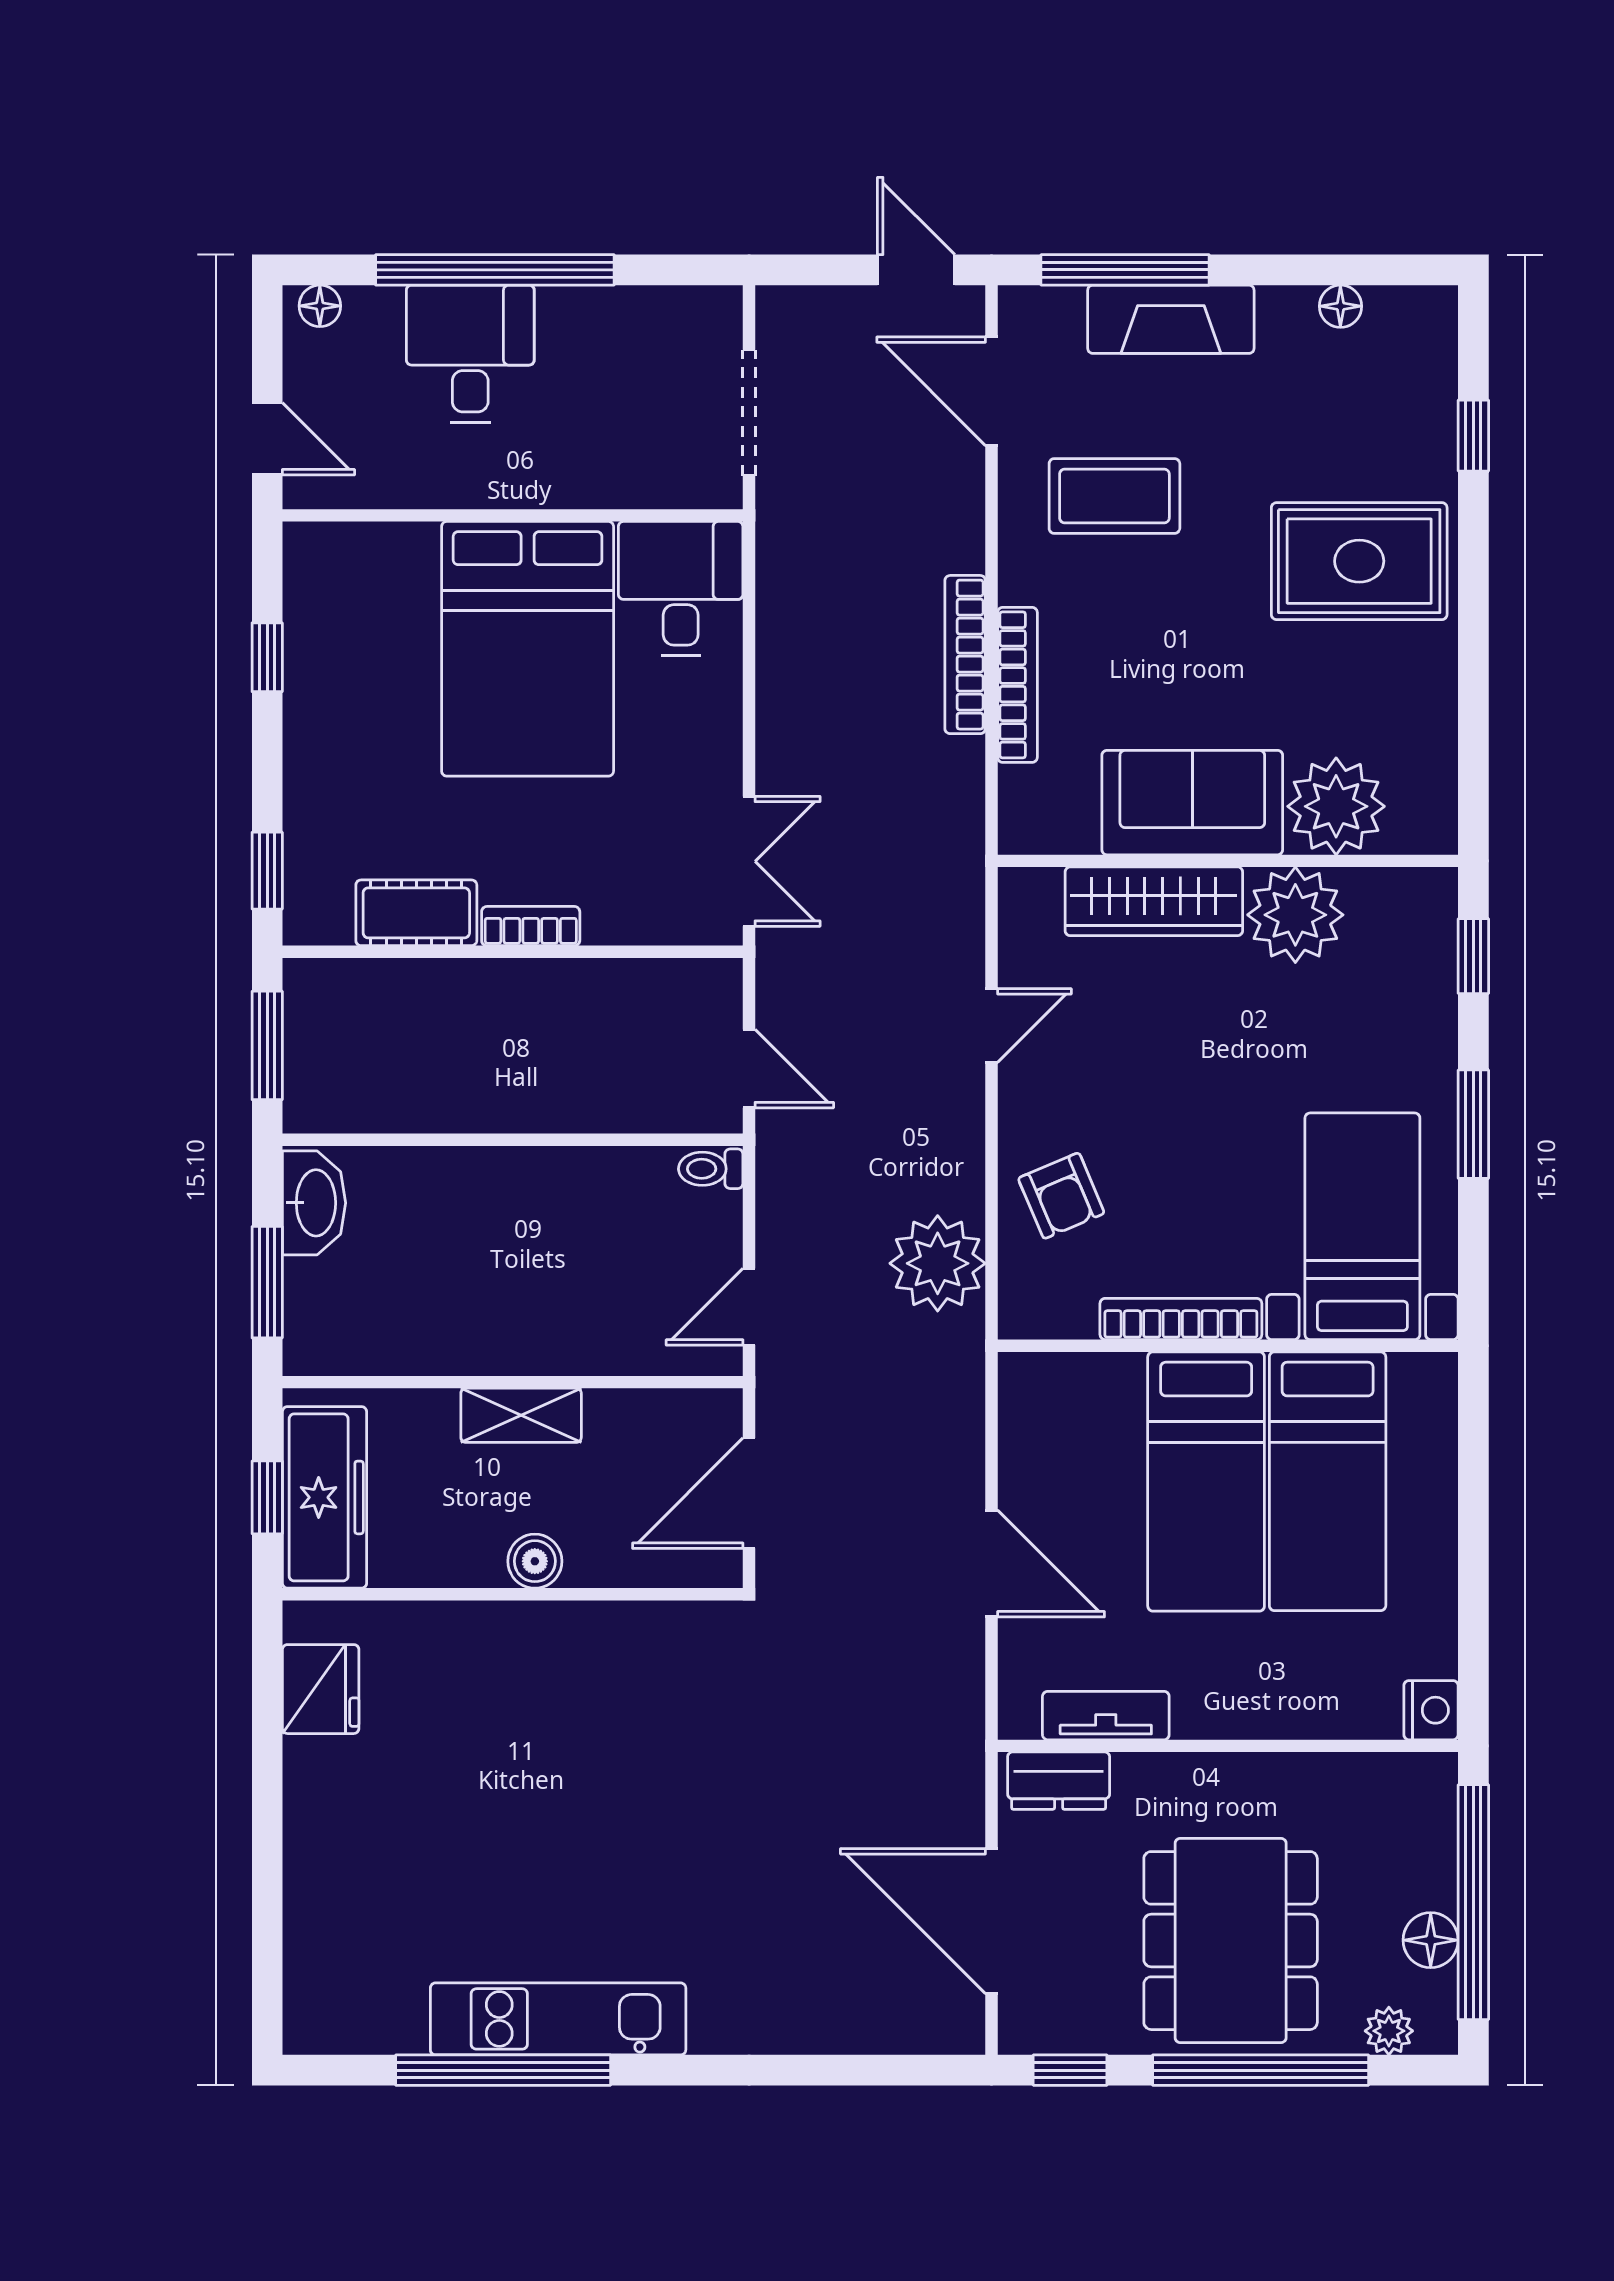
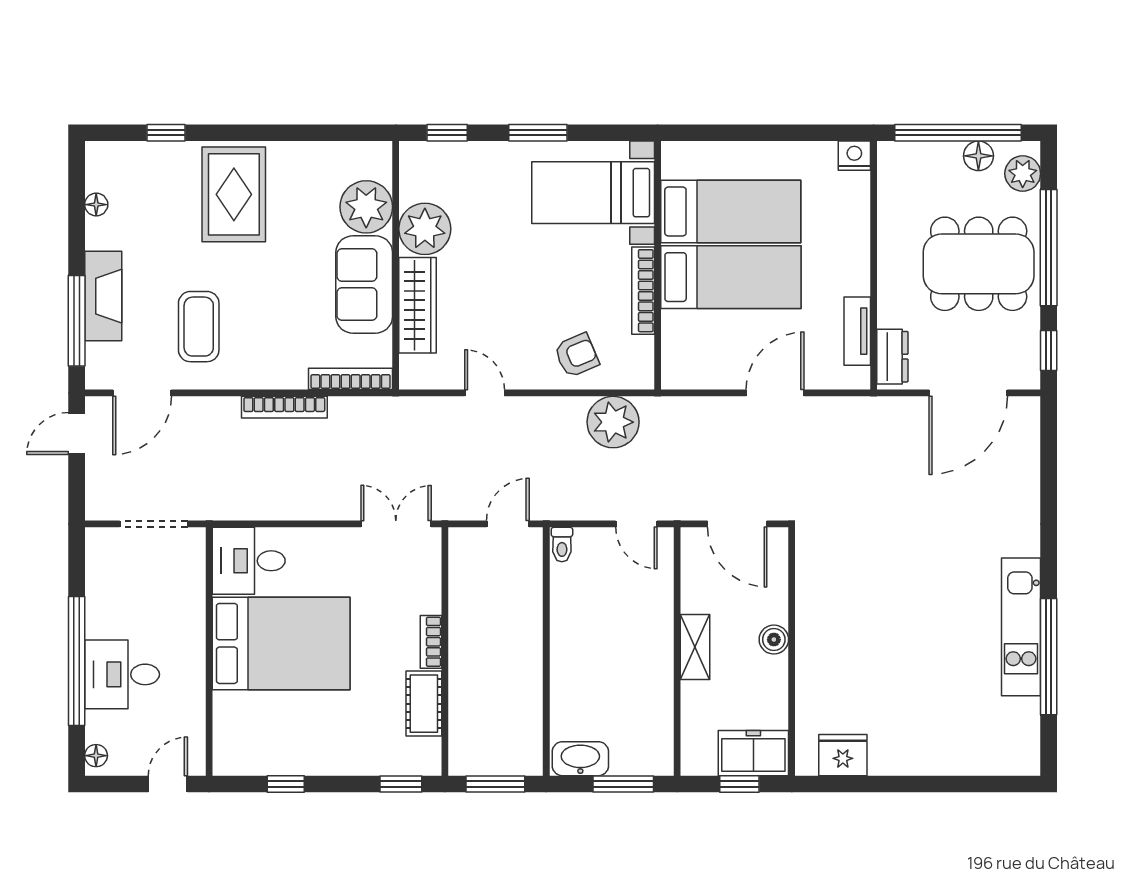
bookcase: (1017, 685) -> (351, 379), moved
freezer: (324, 1497) -> (753, 753), width x0.71
plant: (1389, 2031) -> (1023, 174), width x1.38, depth x1.38

